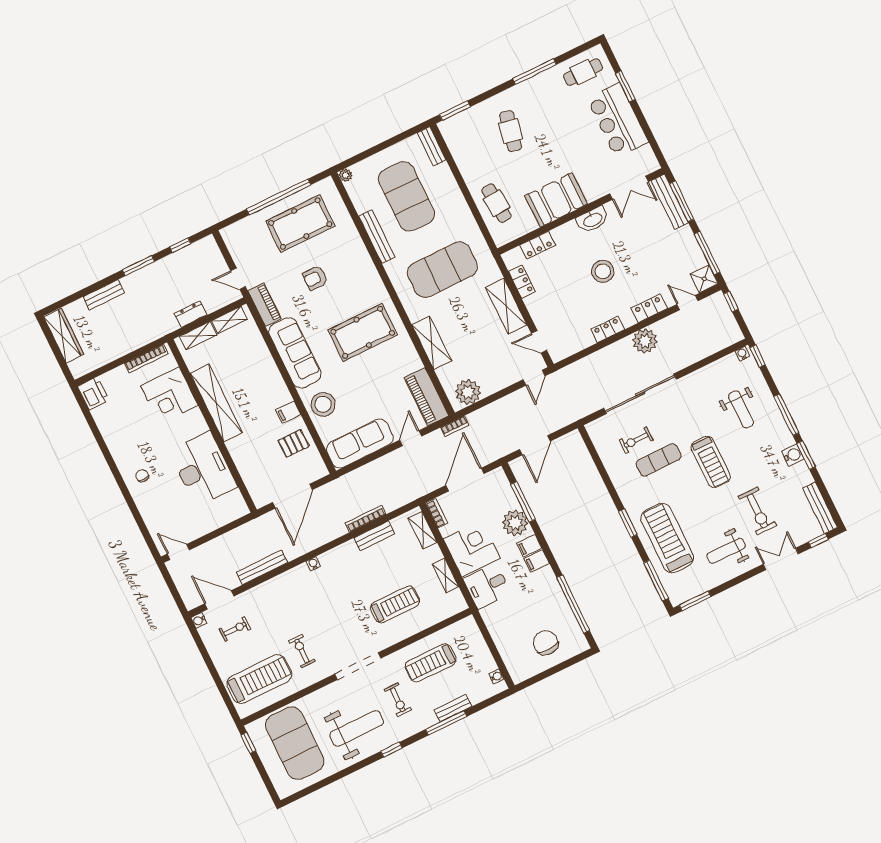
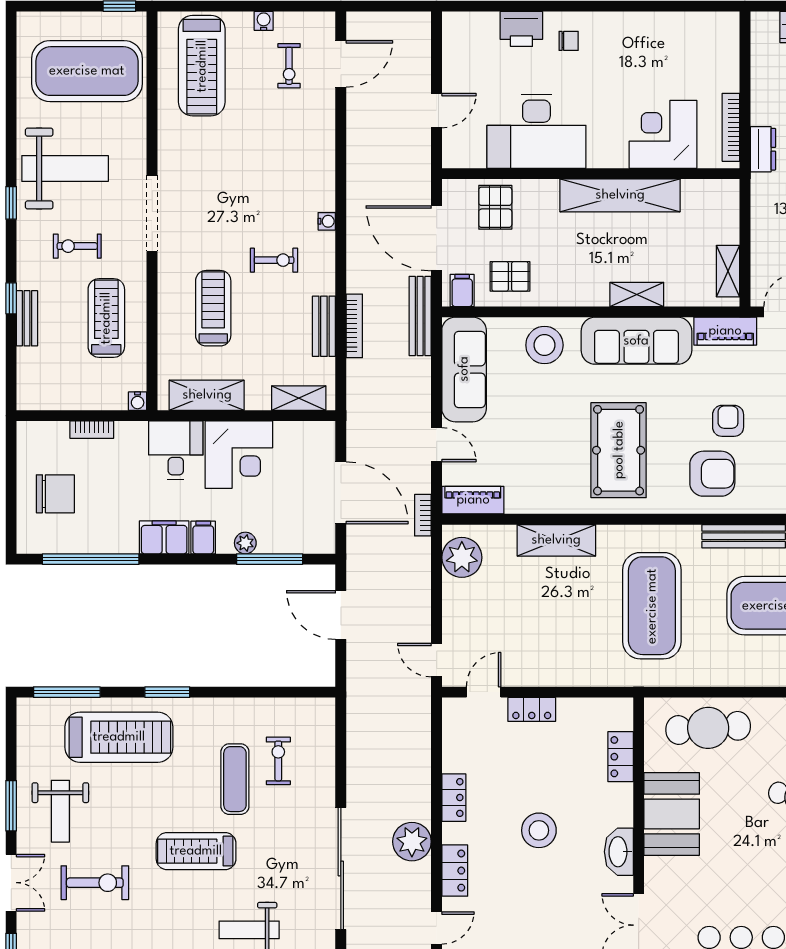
cafe table: (497, 203) -> (708, 728), width x1.37, depth x1.35
armchair: (350, 272) -> (712, 474), added
locker: (522, 281) -> (532, 709), moved
shelving: (506, 306) -> (557, 670), removed
dresser: (191, 314) -> (763, 149), moved
shelving: (198, 336) -> (637, 294), moved, turned 90
printer: (93, 393) -> (521, 29), moved
sliding door: (640, 394) -> (341, 868), moved
piano: (426, 397) -> (473, 500), width x0.73, depth x0.75
filing cabinet: (288, 412) -> (462, 290), moved
pallet: (294, 443) -> (510, 276), turned 90
pallet: (258, 471) -> (495, 207), added
exercise bike: (757, 511) -> (95, 883), turned 180
bookcase: (437, 513) -> (92, 430), moved
plant: (515, 523) -> (245, 543), width x0.53, depth x0.53
weight bench: (726, 551) -> (60, 811), turned 180
door: (178, 552) -> (437, 111), moved
filing cabinet: (537, 561) -> (164, 537), width x2.00
bench: (262, 567) -> (420, 316), moved
shelving: (445, 575) -> (207, 395), width x1.50, depth x1.33
window: (695, 601) -> (11, 806), moved
treadmill: (395, 604) -> (213, 308), turned 180
water cooler: (199, 620) -> (264, 21), moved
exercise bike: (302, 651) -> (274, 260), moved
water cooler: (496, 677) -> (138, 401), moved
window: (446, 723) -> (11, 298), width x0.46
weight bench: (357, 728) -> (65, 169), turned -90

